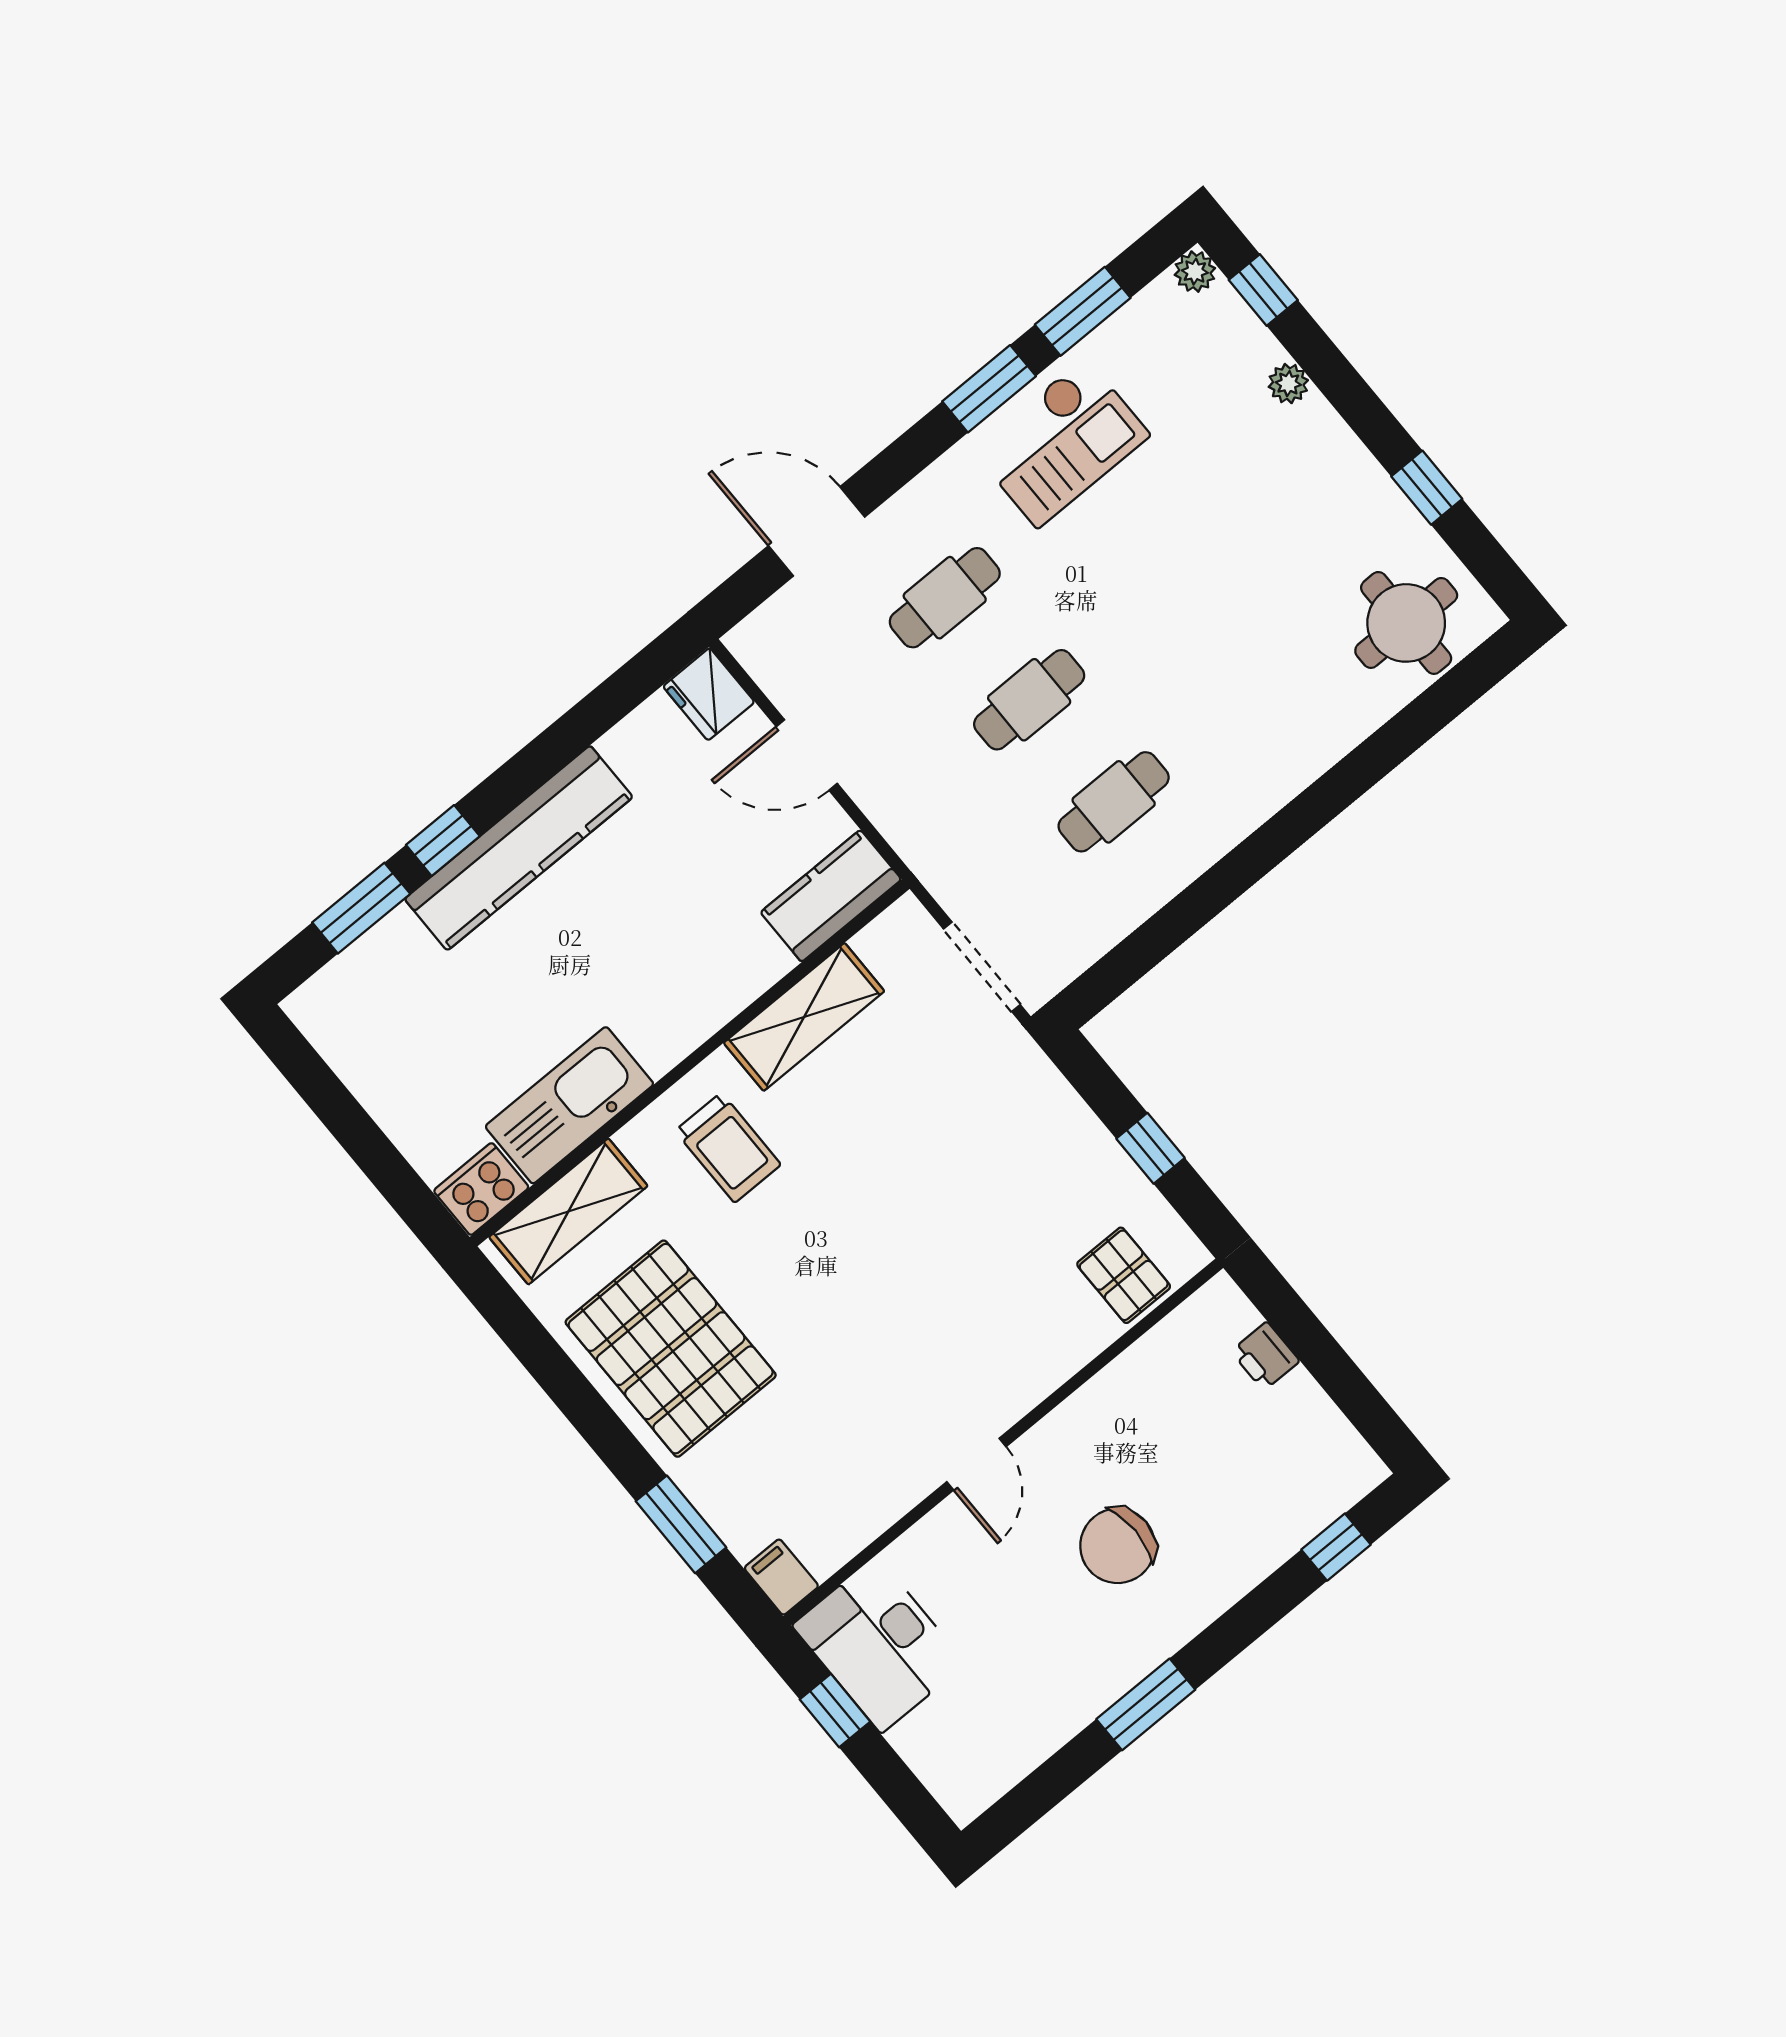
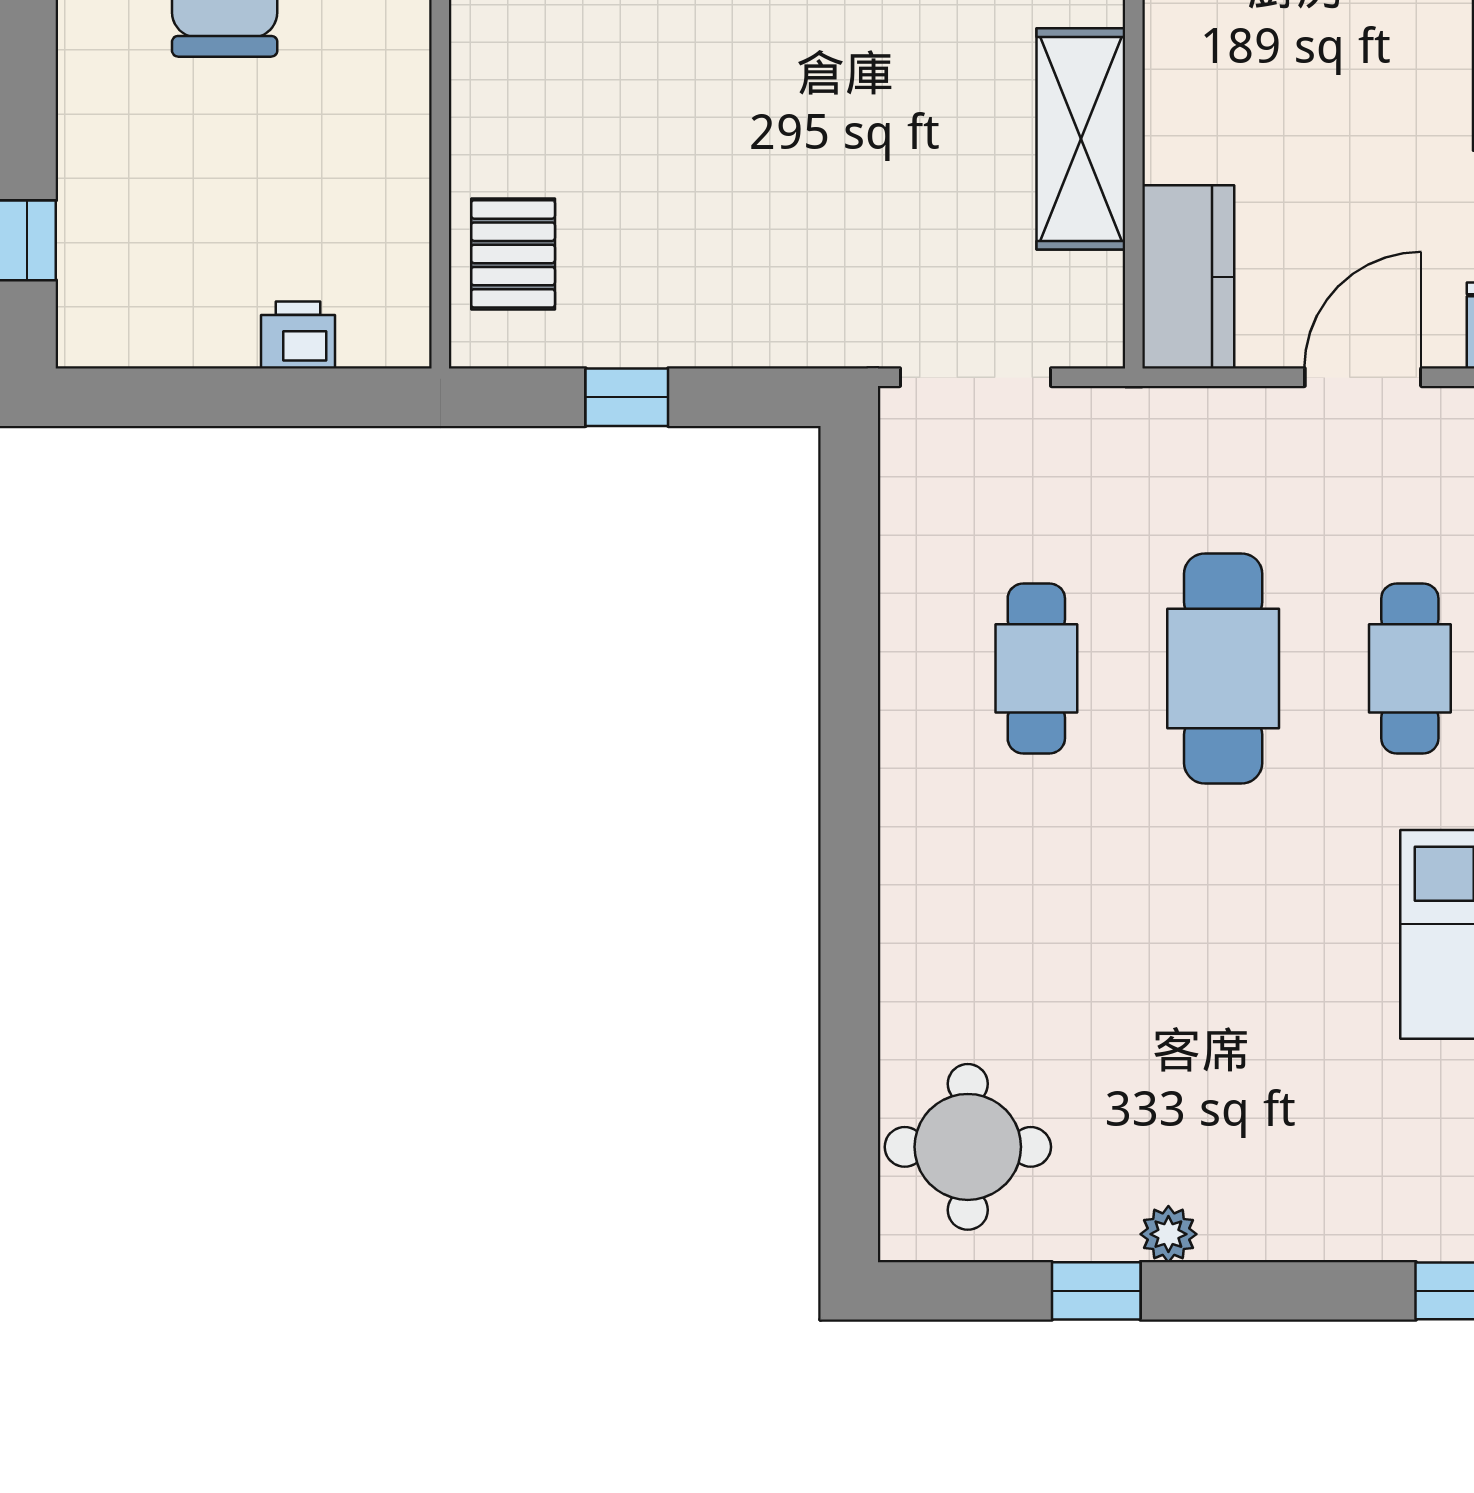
plant: (1288, 384) -> (1168, 1234), moved
cafe table: (1029, 700) -> (1223, 668), width x1.37, depth x1.35
pallet: (1124, 1275) -> (513, 254), turned 90

